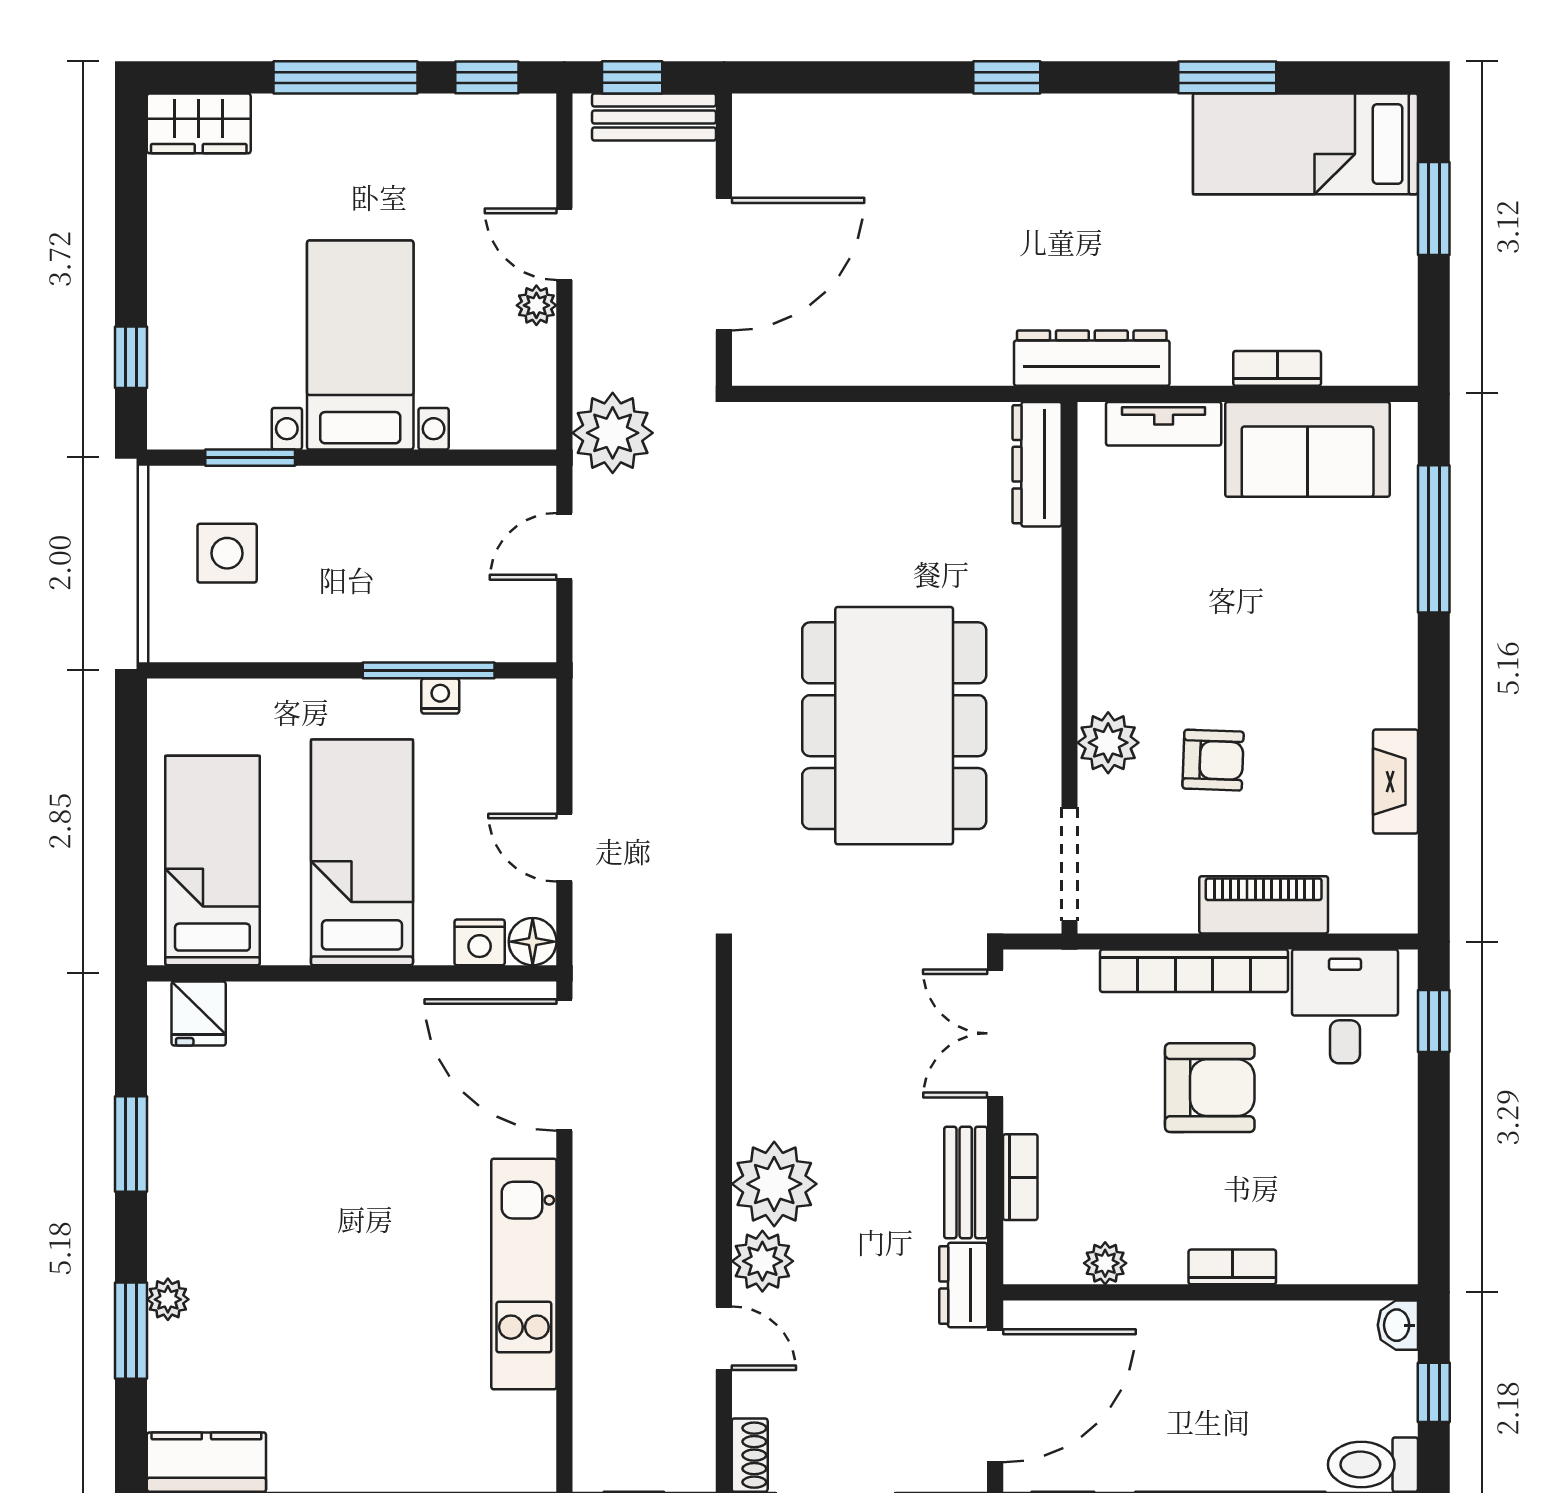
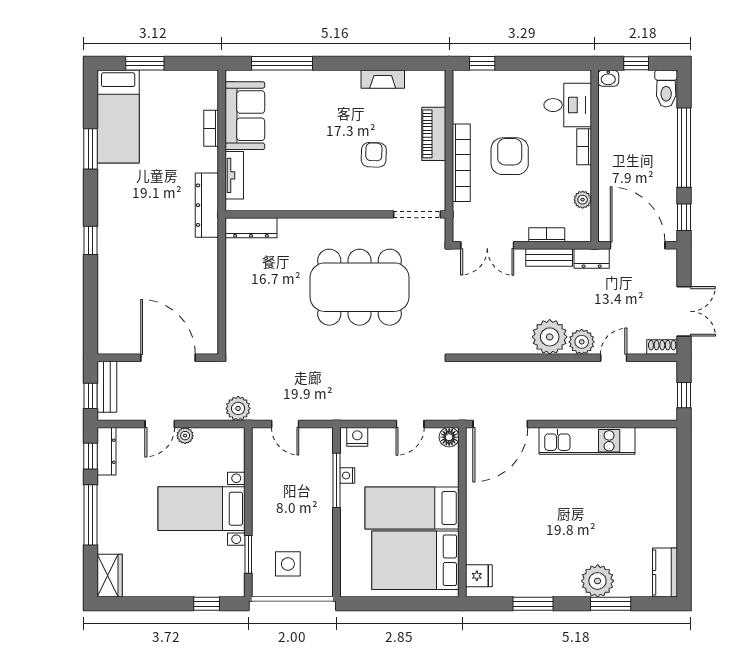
dresser: (499, 116) -> (107, 451), added
plant: (613, 433) -> (238, 408), width x0.73, depth x0.73
plant: (1108, 743) -> (367, 198), removed
bed: (212, 861) -> (415, 560), width x1.50
nightstand: (480, 942) -> (357, 437), moved, turned -90
desk: (1345, 1006) -> (568, 105), moved, turned 180
plant: (168, 1299) -> (598, 581), width x1.87, depth x1.87

